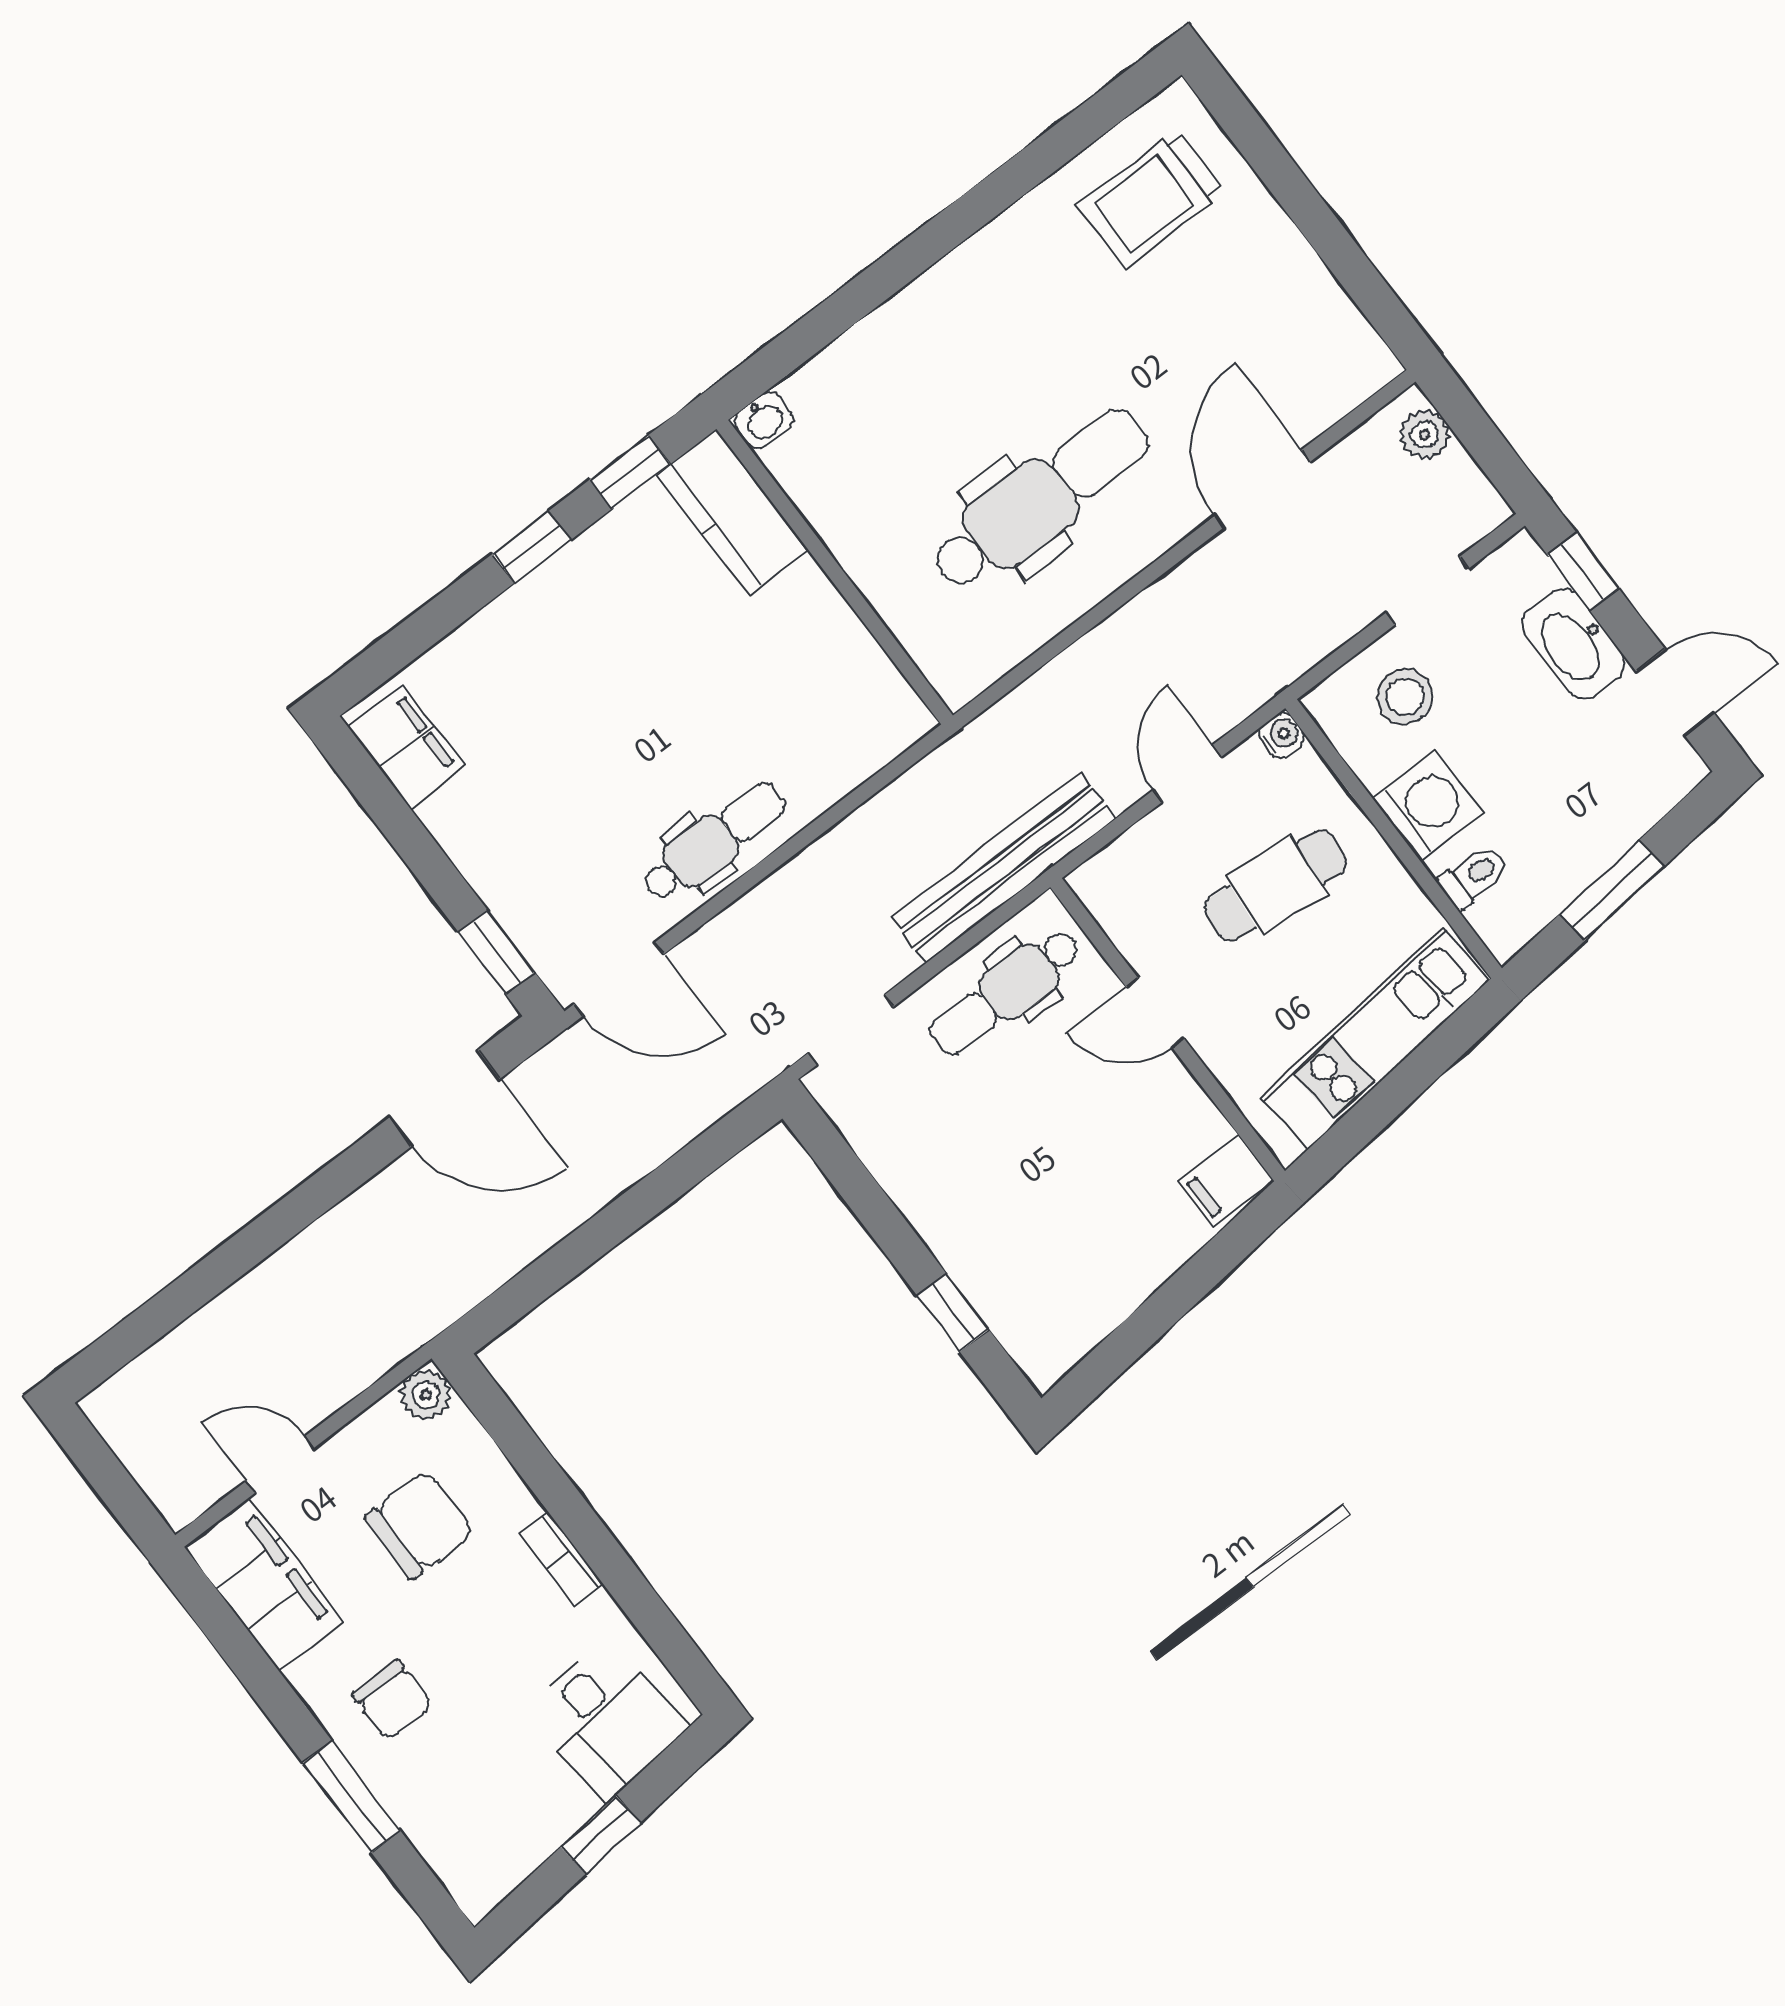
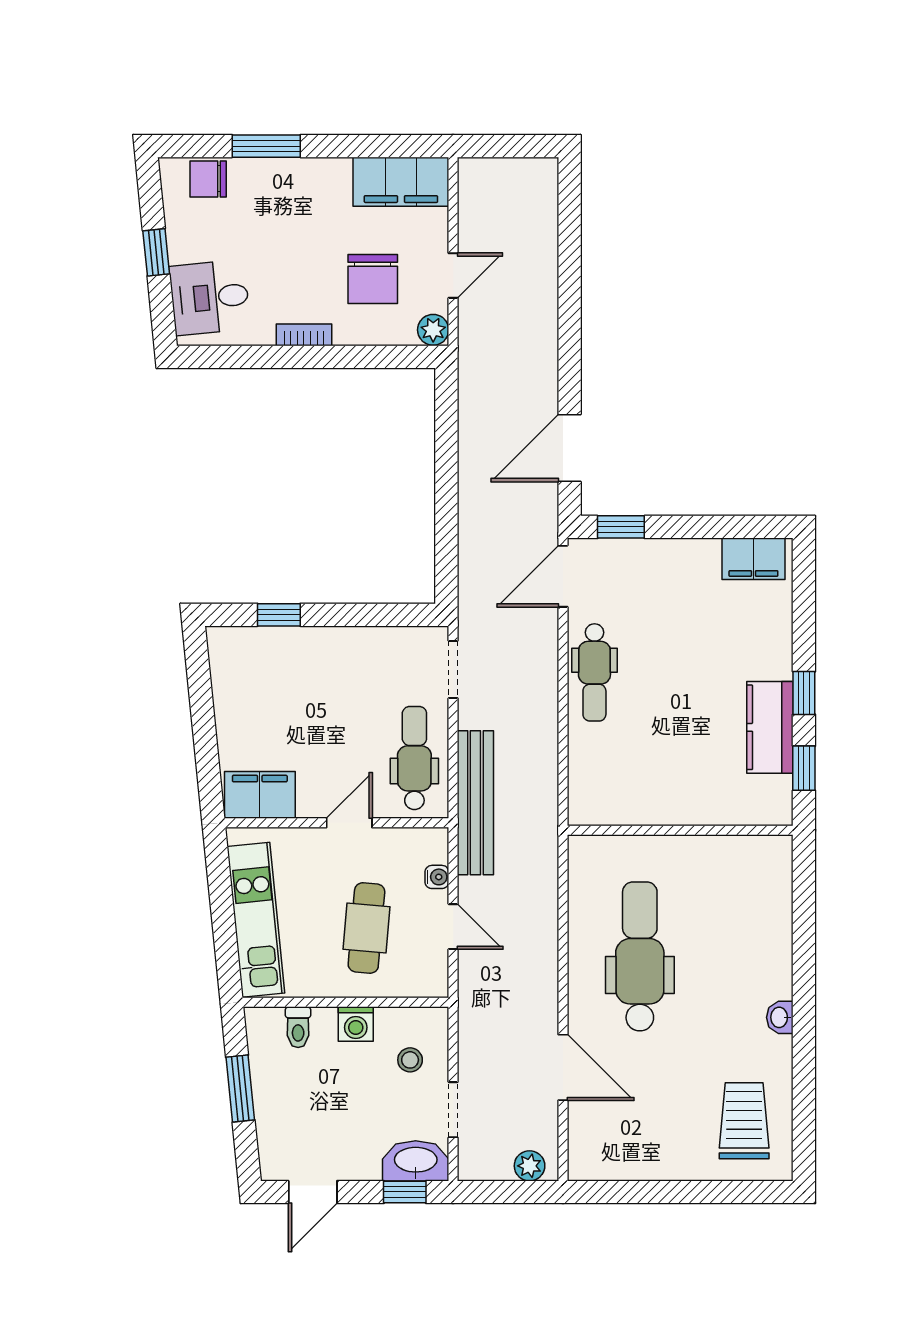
washbasin: (764, 420) -> (780, 1017), moved
dental chair: (1040, 499) -> (640, 956), turned 180
kitchen counter: (732, 512) -> (770, 727), moved, turned -90
washbasin: (1574, 644) -> (416, 1161), moved
stool: (1405, 697) -> (410, 1060), width x0.73, depth x0.73
water cooler: (1282, 735) -> (437, 877), moved, turned -90
washing machine: (1427, 806) -> (356, 1024), width x0.73, depth x0.73
filing cabinet: (1225, 1181) -> (260, 795), width x2.00
door: (280, 1464) -> (453, 275), moved
chair: (393, 1700) -> (208, 179), moved

